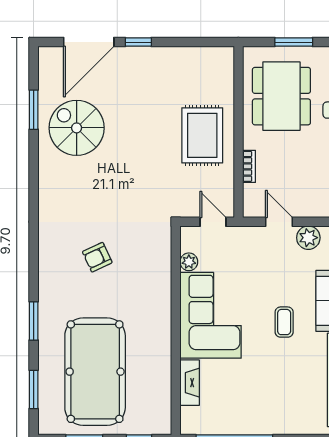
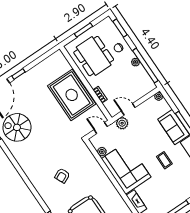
rug: (202, 135) -> (72, 95), width x1.37, depth x1.44
plant: (308, 238) -> (122, 123), moved
coffee table: (284, 322) -> (164, 160), moved

